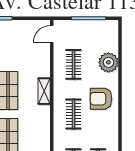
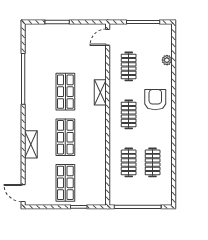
plant: (108, 62) -> (167, 60), width x0.53, depth x0.53
armchair: (101, 99) -> (155, 100), turned 90

